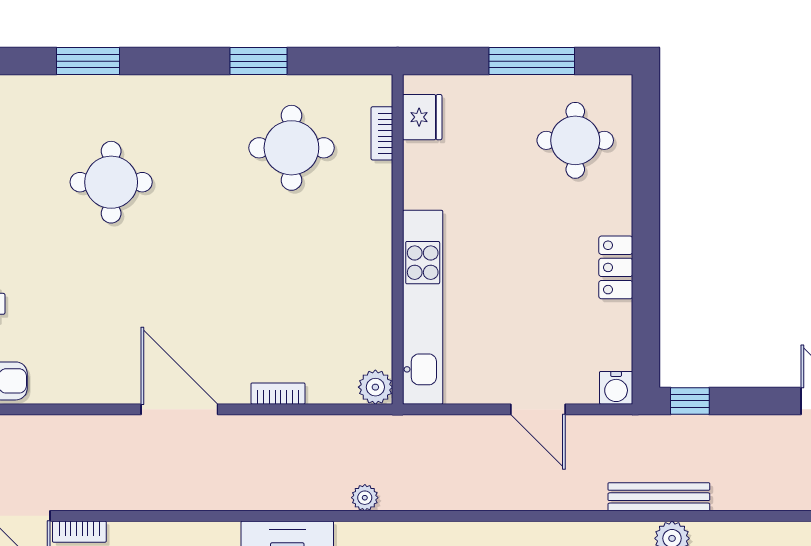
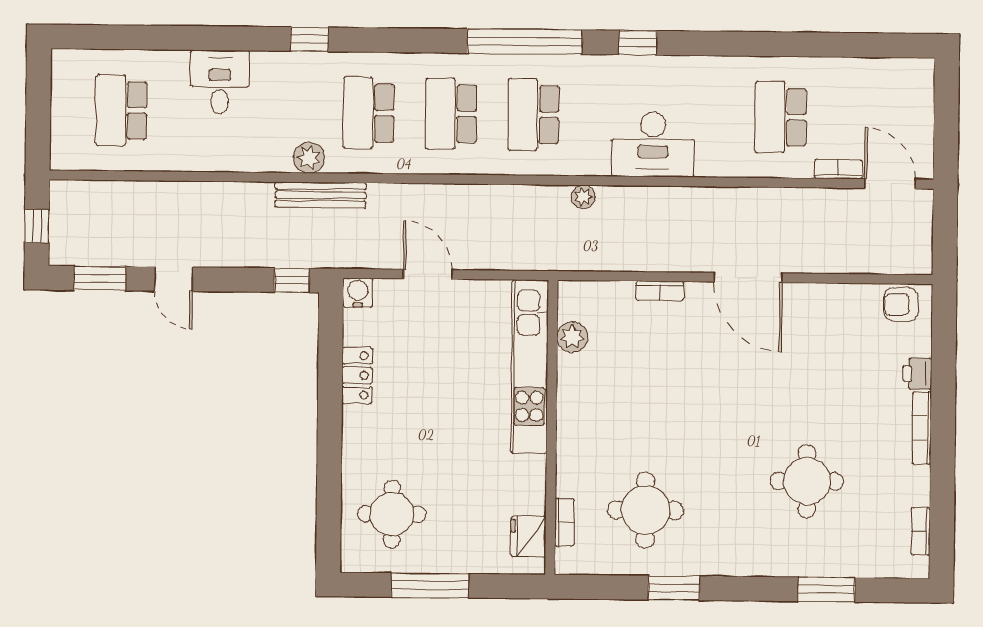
locker: (616, 267) -> (357, 375), moved
plant: (375, 387) -> (572, 337), moved

